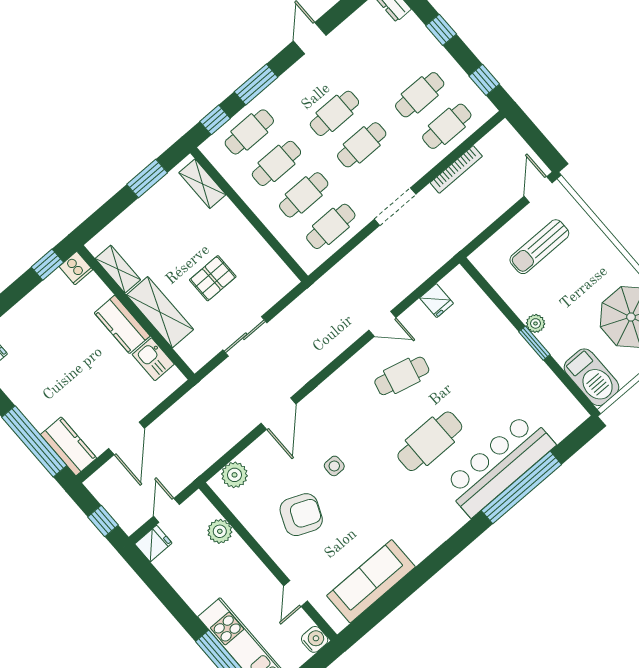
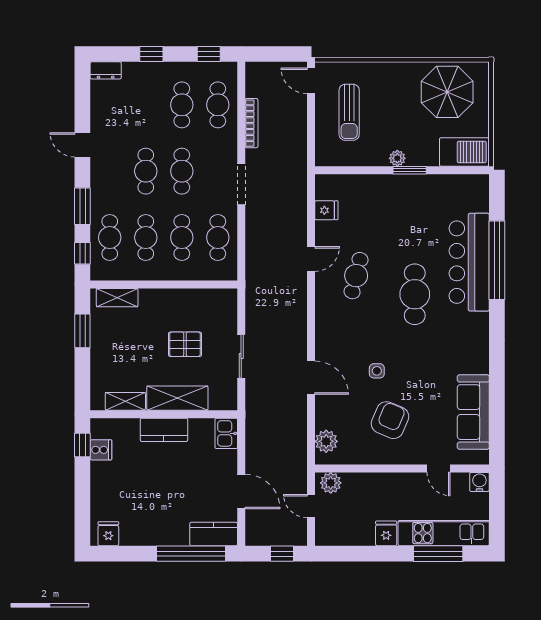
cooker: (76, 268) -> (101, 450), moved
pallet: (213, 278) -> (185, 344), turned 90
kitchen sink: (153, 359) -> (226, 433), moved, turned 90
plant: (220, 531) -> (331, 483), moved
fridge: (153, 544) -> (386, 533), moved

